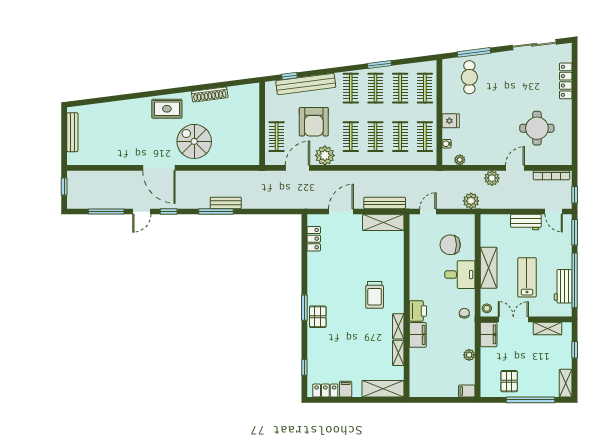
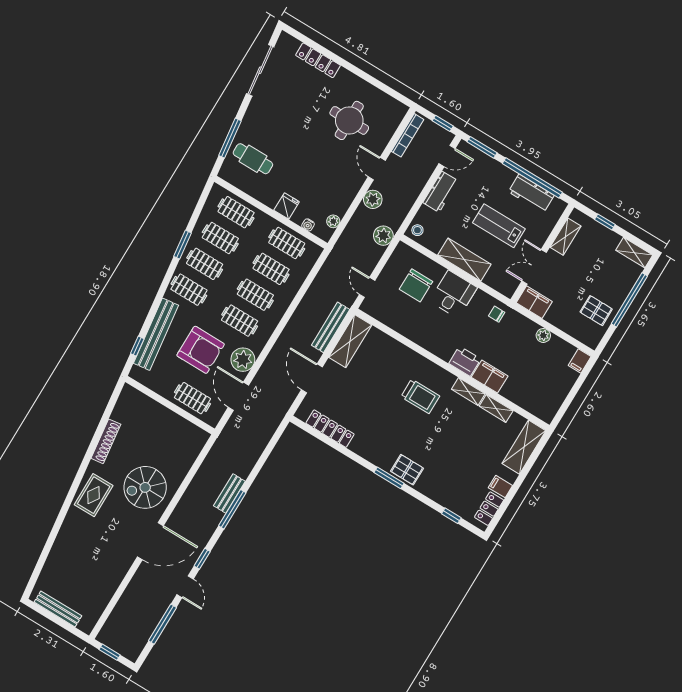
locker: (314, 239) -> (330, 429), width x1.53
stool: (487, 308) -> (417, 230), moved

